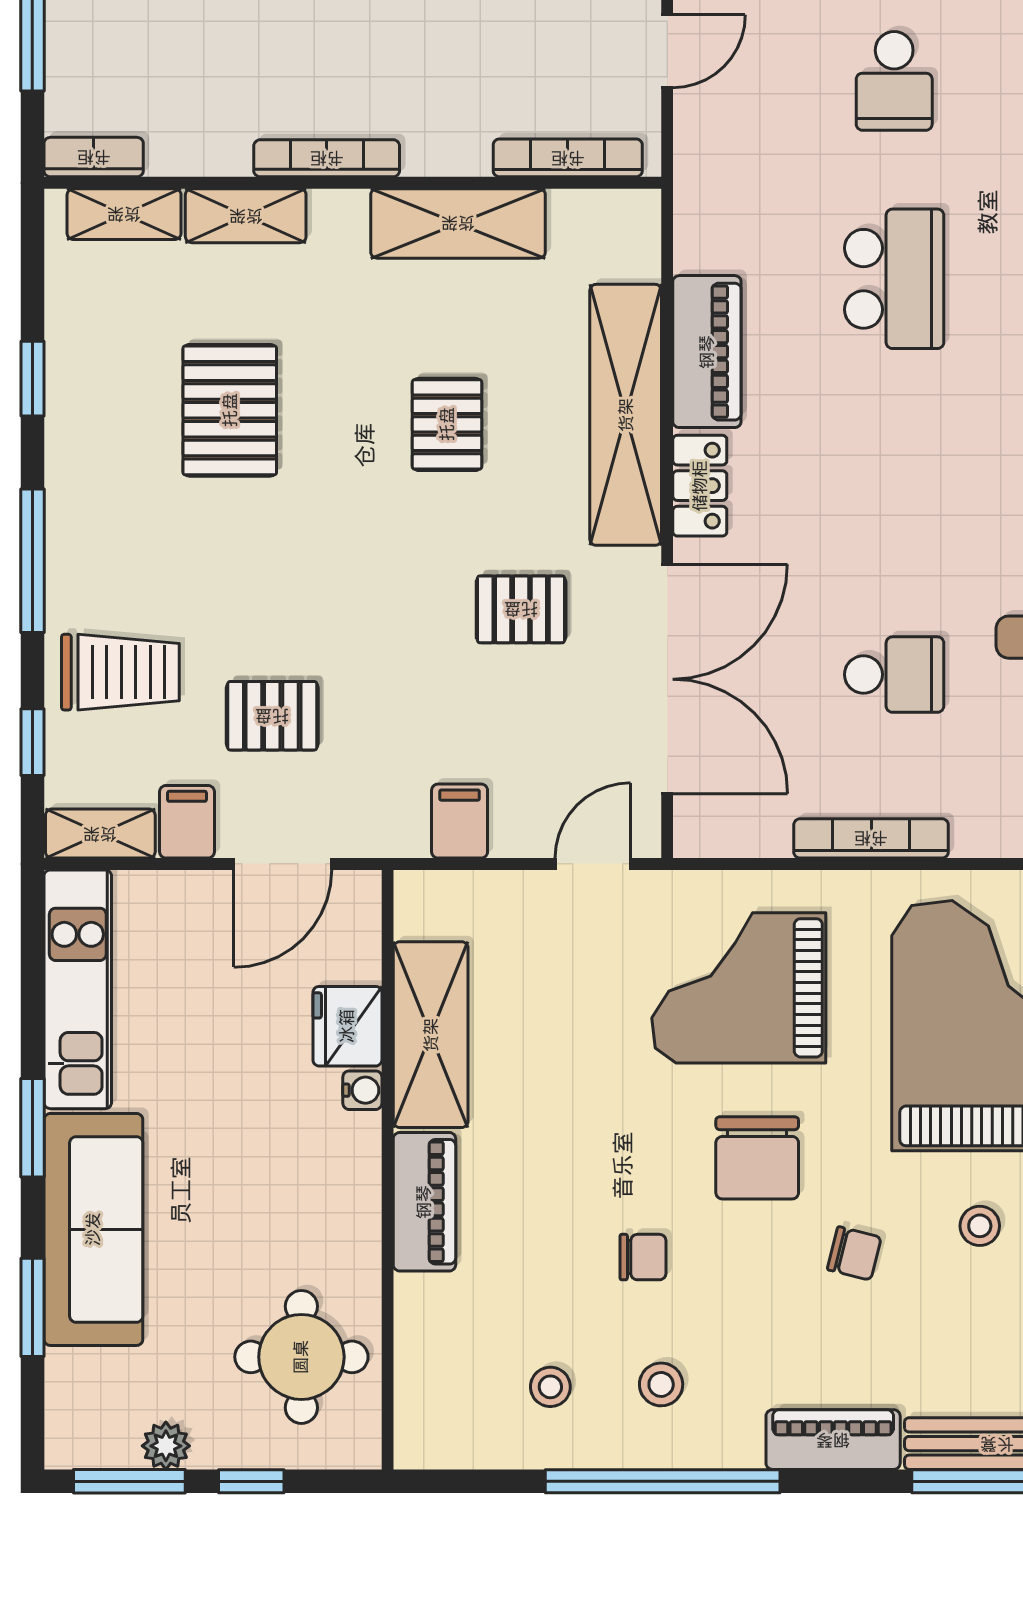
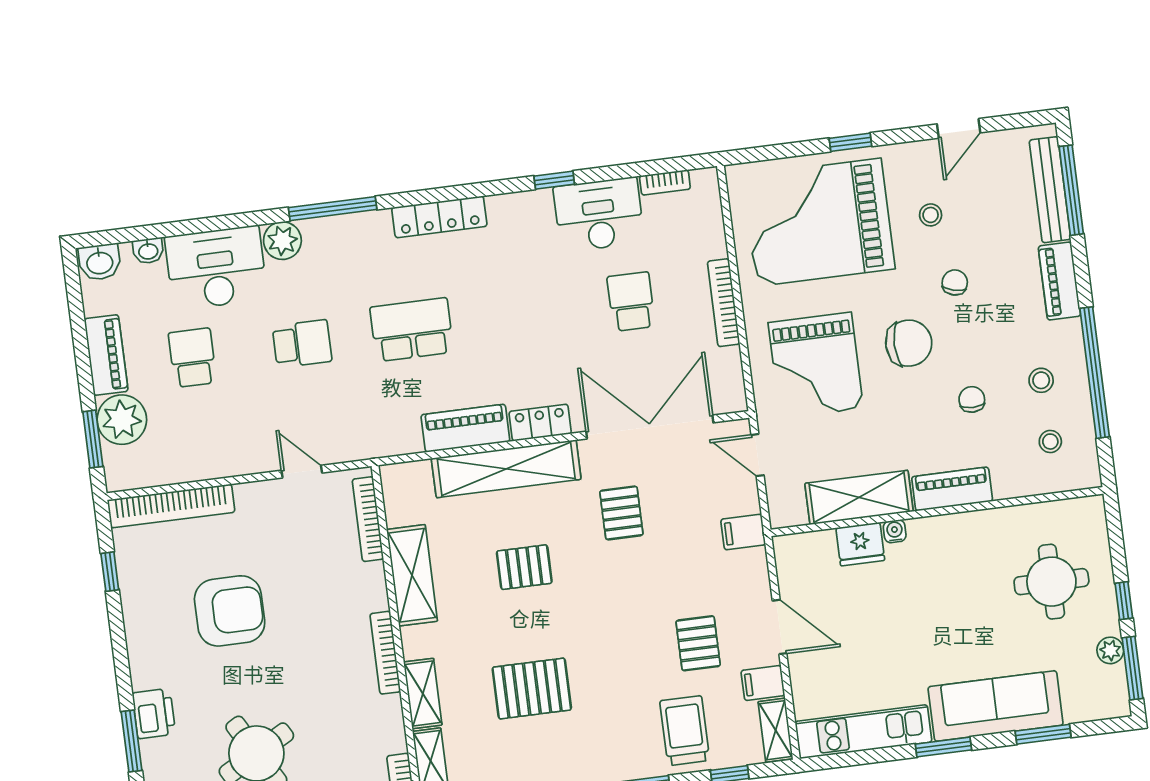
fridge: (347, 1026) -> (860, 544), moved
shelving: (431, 1035) -> (859, 497), moved
water cooler: (362, 1090) -> (895, 531), moved
wall: (388, 1170) -> (937, 512), moved
piano: (424, 1202) -> (952, 489), moved

